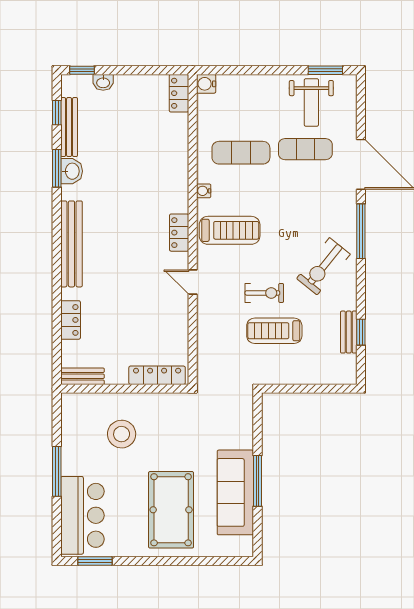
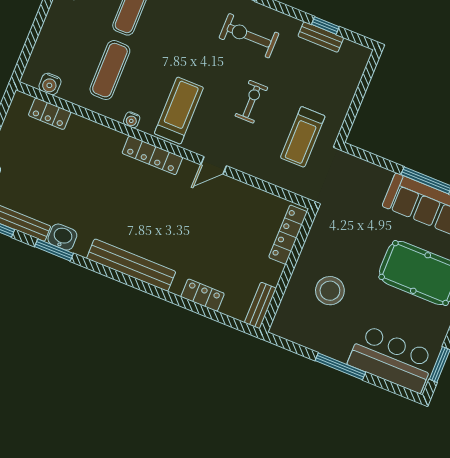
water cooler: (206, 84) -> (50, 84), moved
locker: (179, 93) -> (50, 114), moved
locker: (179, 233) -> (152, 155), width x1.53
exercise bike: (323, 266) -> (249, 36), turned 141
treadmill: (274, 331) -> (303, 137), moved

